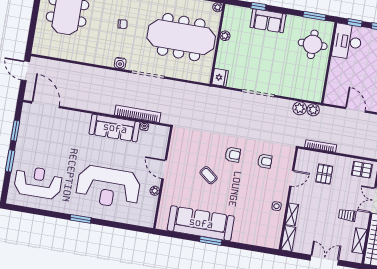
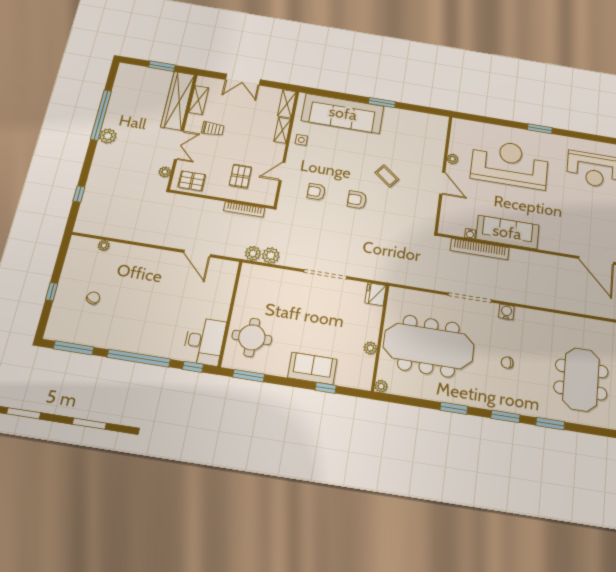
sofa: (201, 223) -> (343, 113), moved

